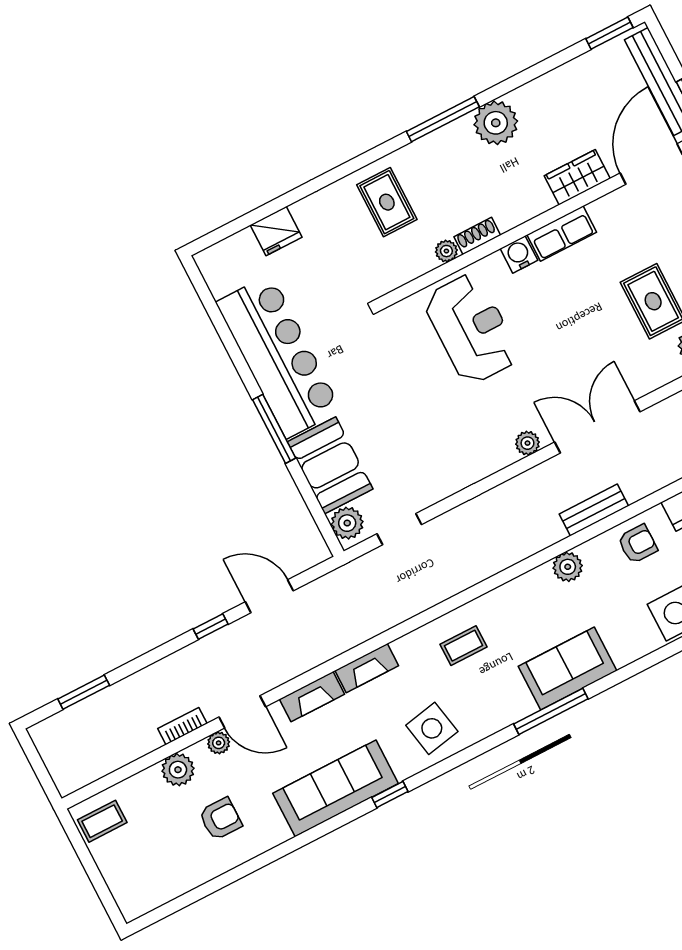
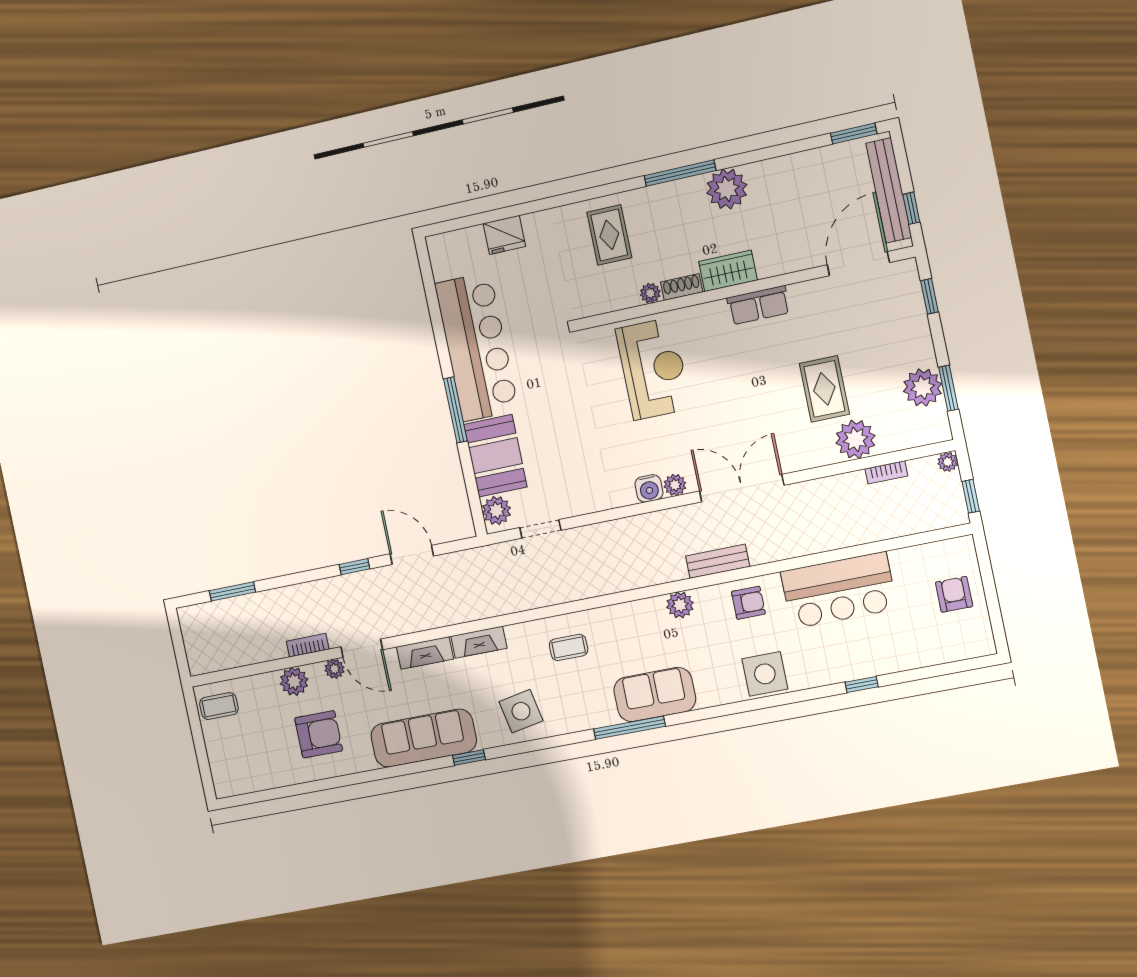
wardrobe: (577, 177) -> (728, 271), moved
water cooler: (519, 254) -> (649, 488), moved, turned 180
armchair: (220, 819) -> (319, 734), width x1.38, depth x1.38

